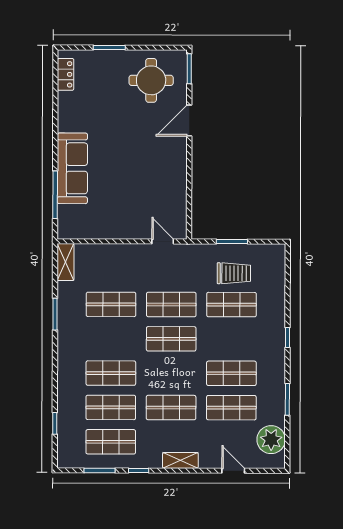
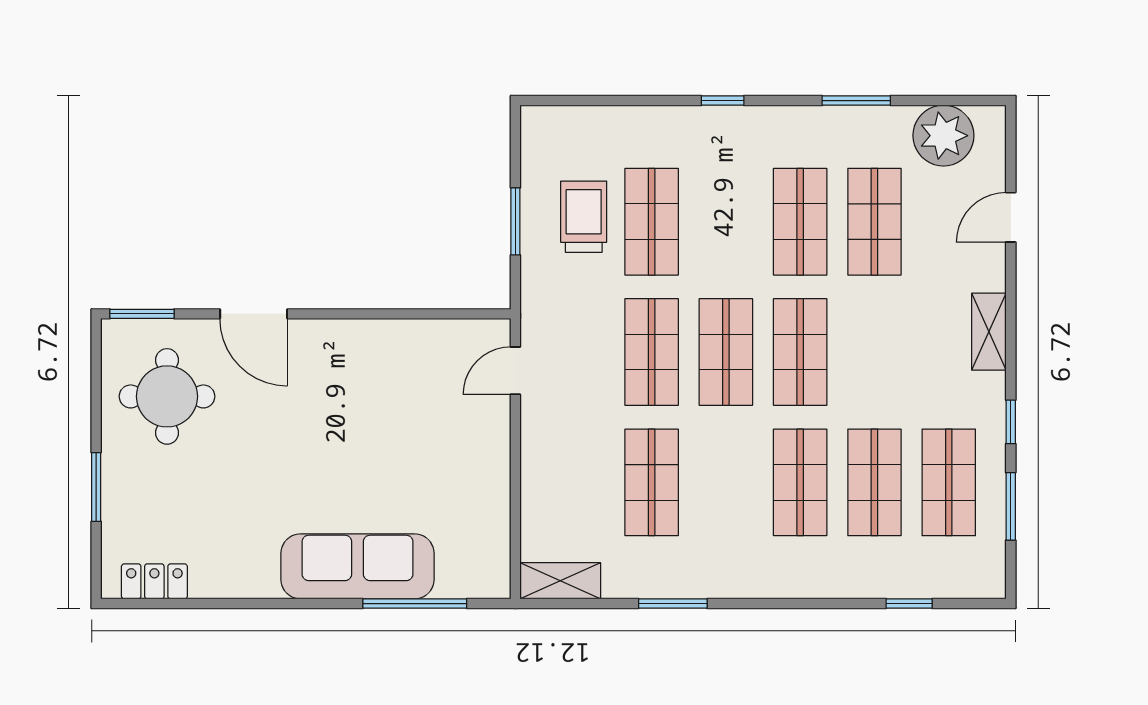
shop shelf: (171, 408) -> (800, 352), moved

